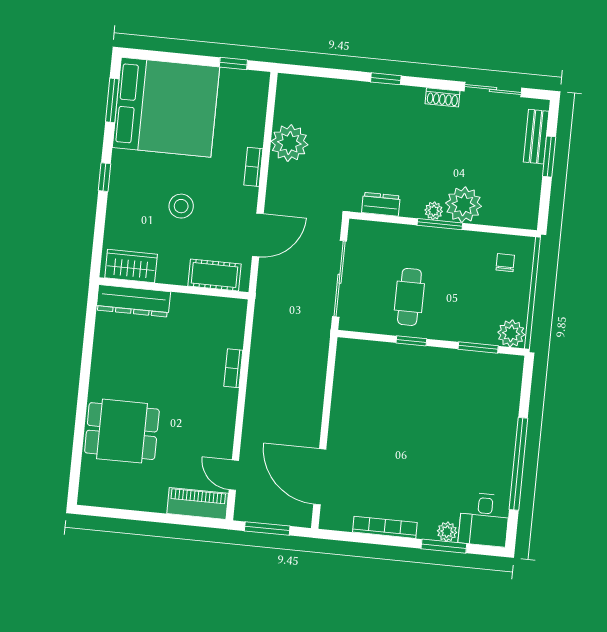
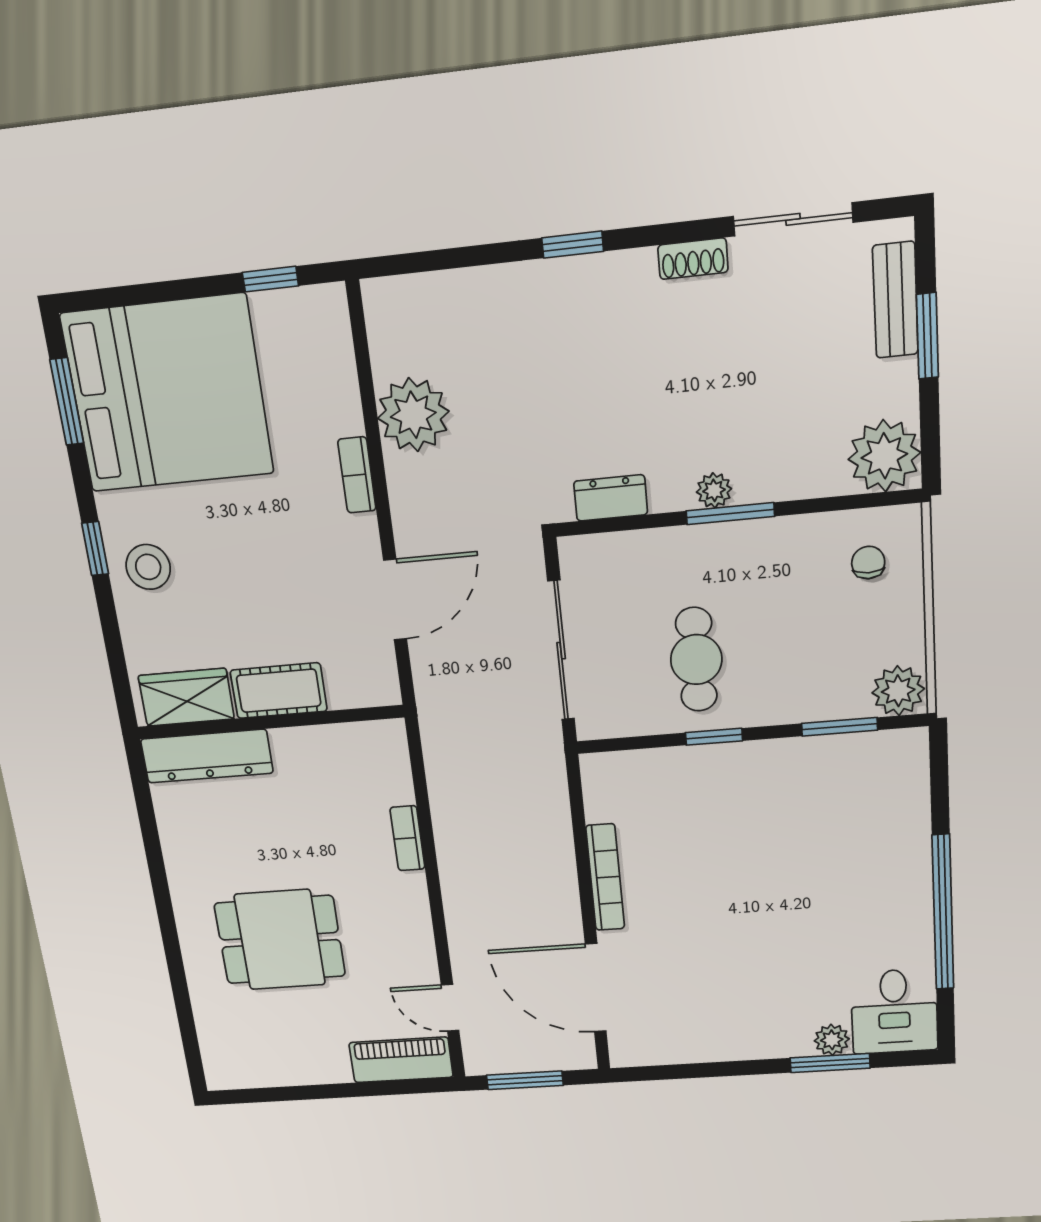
plant: (464, 205) -> (884, 456), moved
stool: (181, 206) -> (148, 567), moved
cot: (215, 275) -> (279, 691), moved
dining table: (122, 431) -> (280, 940), moved
bookcase: (385, 527) -> (605, 877), moved, turned 90

